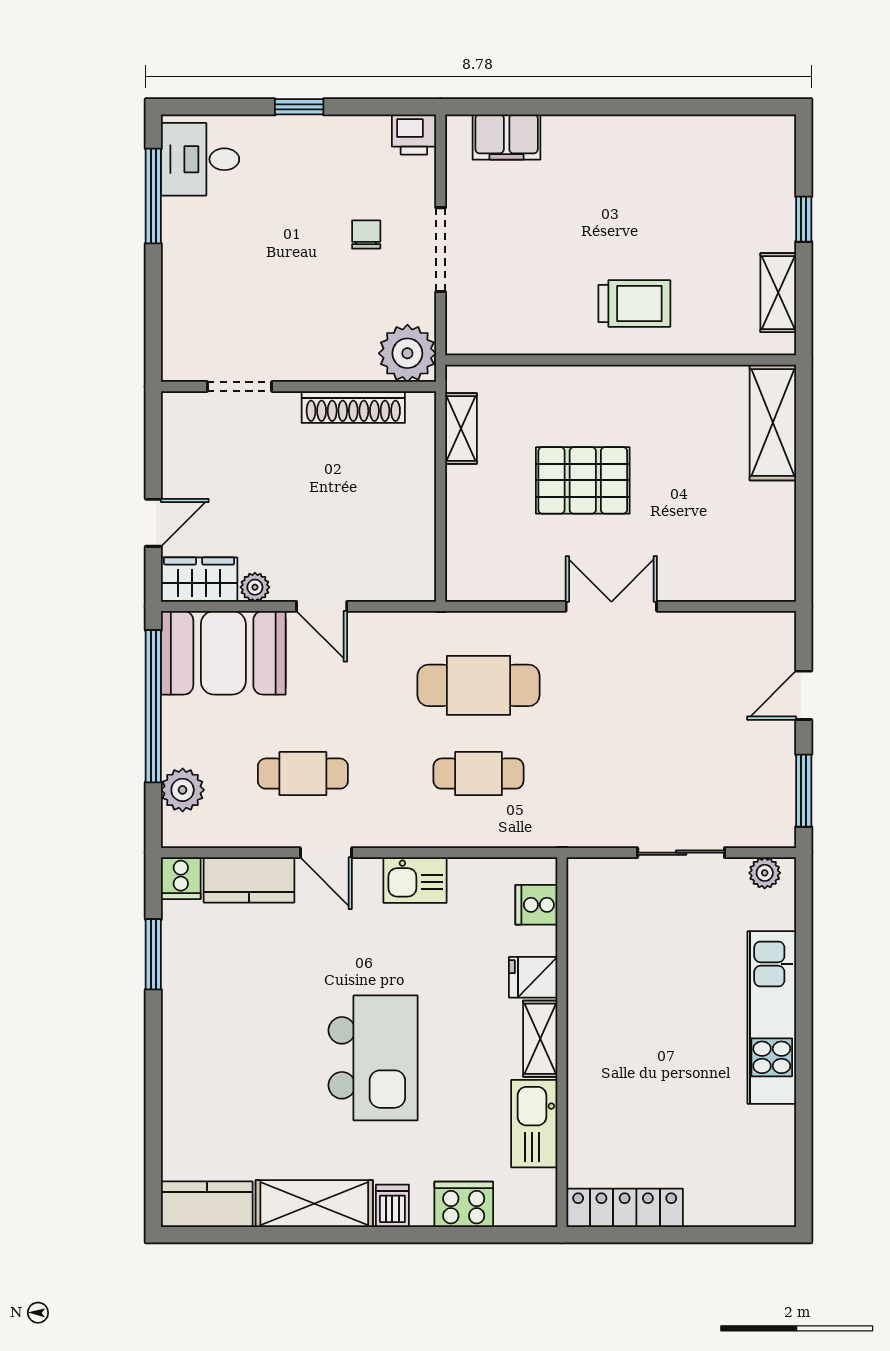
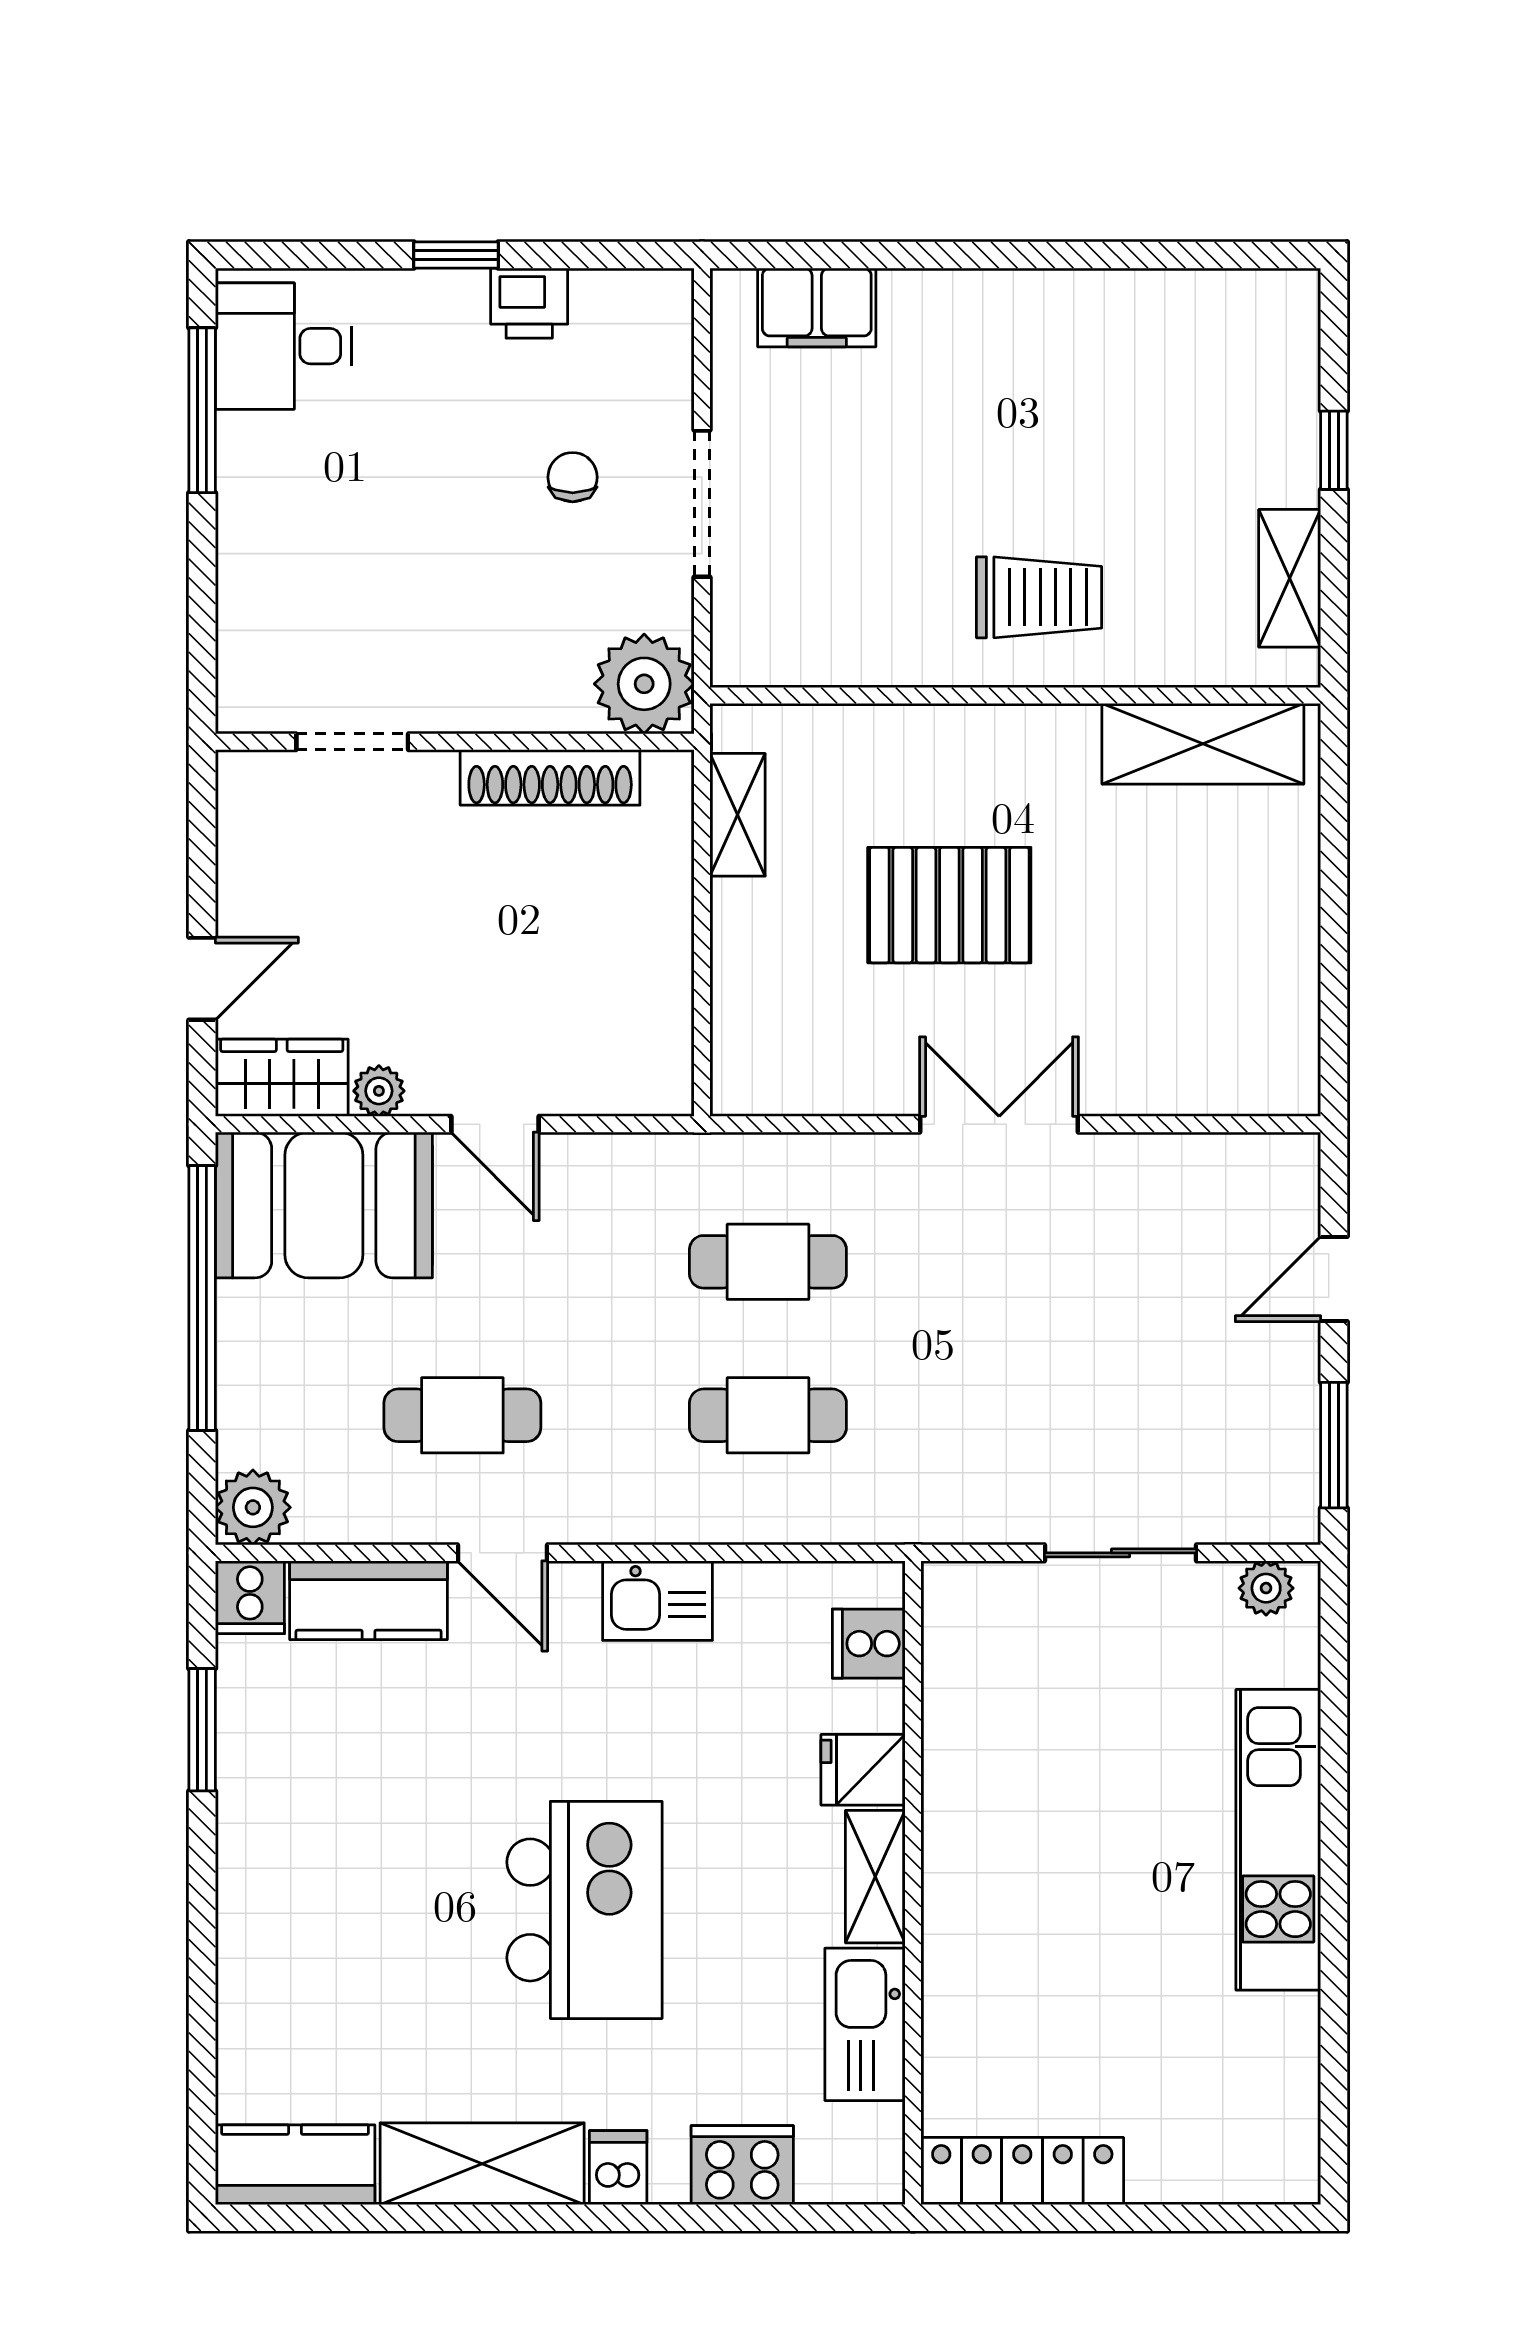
printer: (414, 134) -> (529, 303), moved
shelving: (773, 422) -> (1203, 744), moved, turned 90
cafe table: (478, 685) -> (768, 1262), width x0.73, depth x0.74
plant: (183, 790) -> (253, 1507), moved

